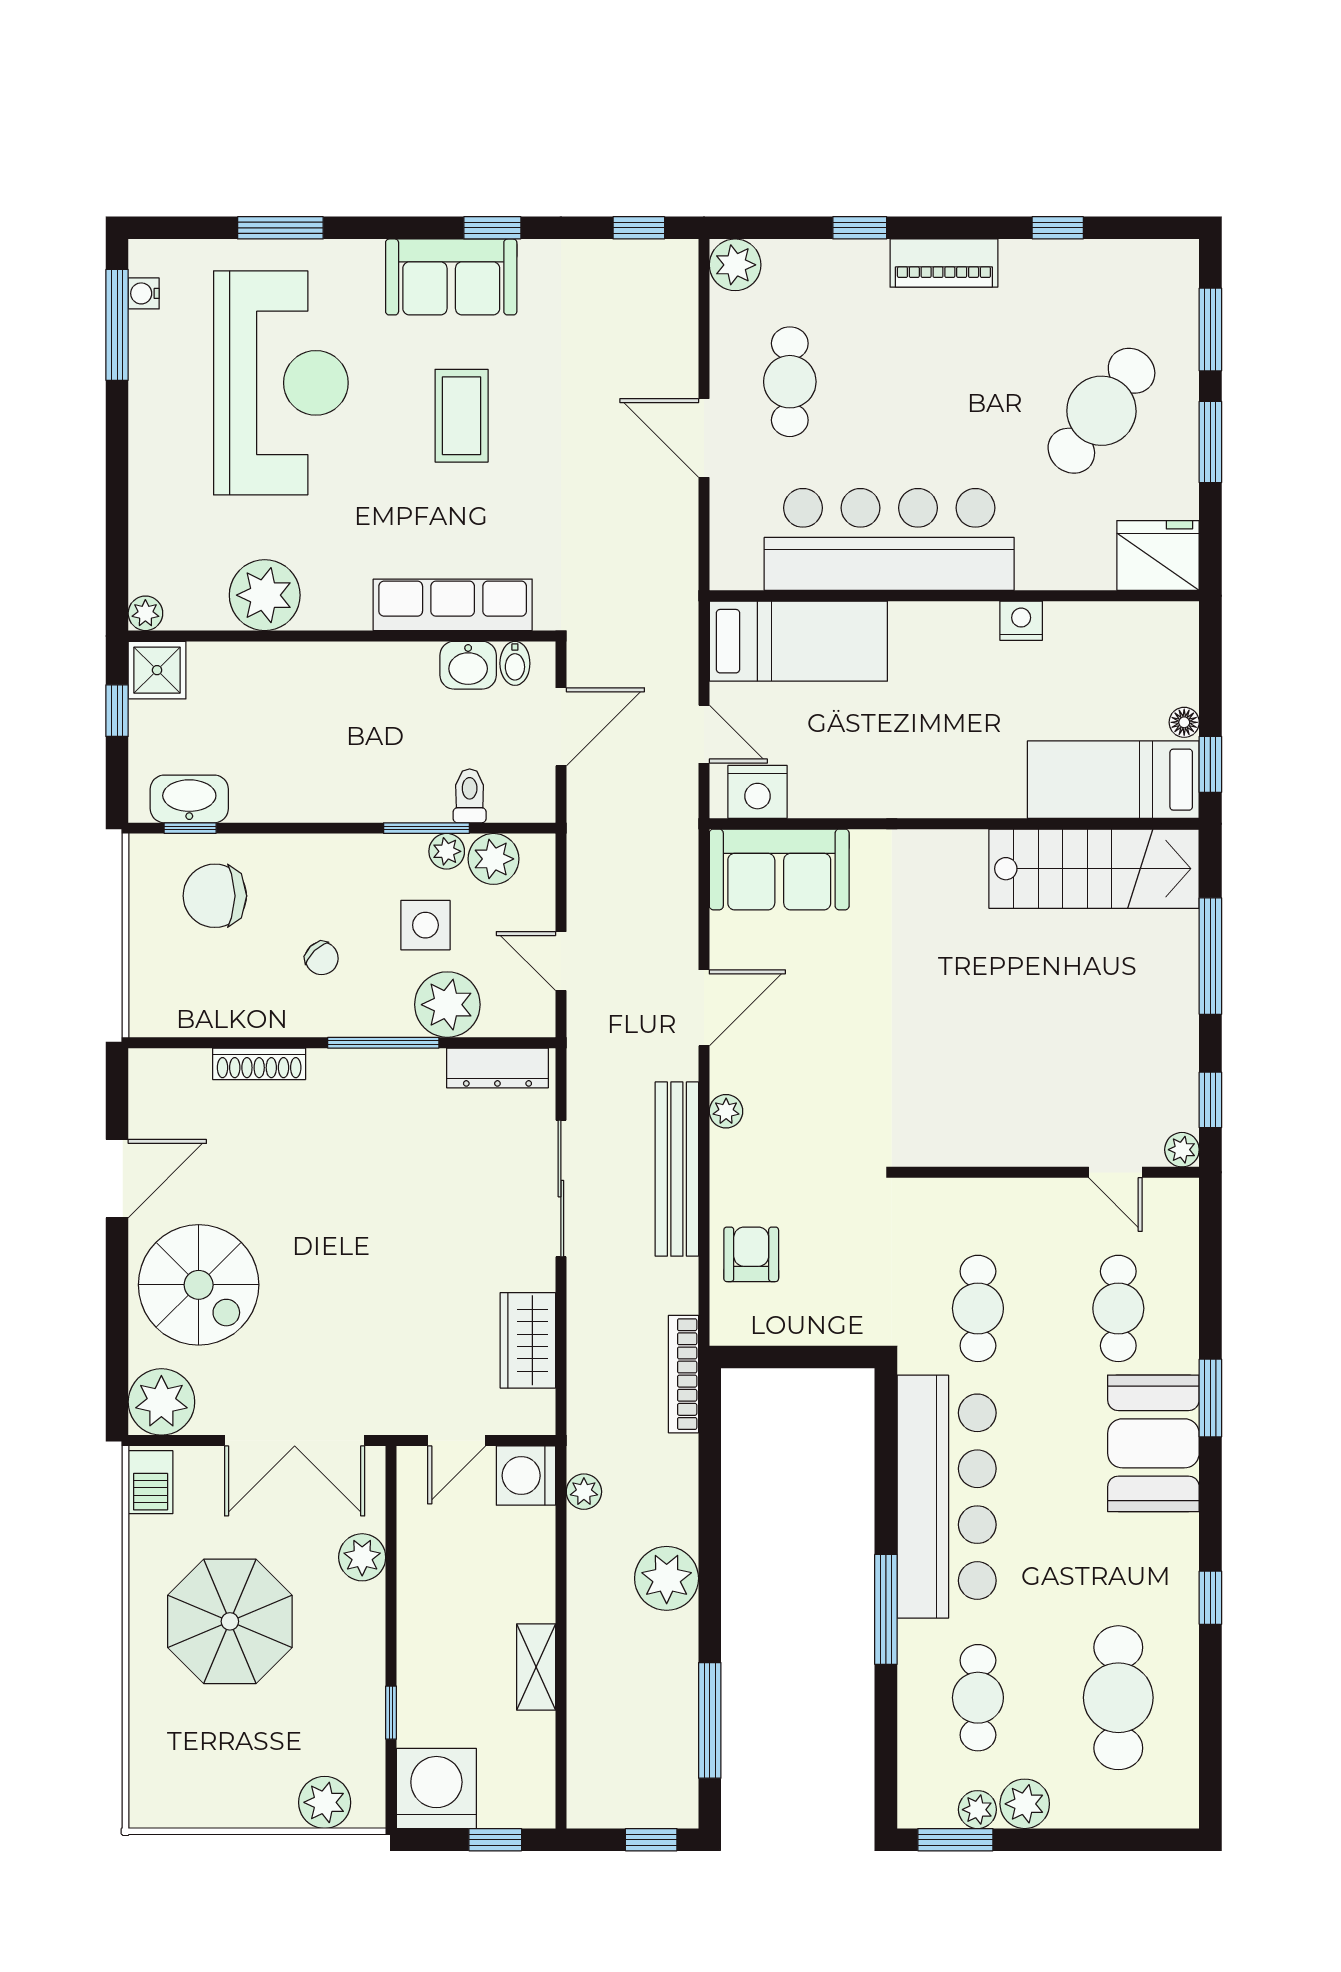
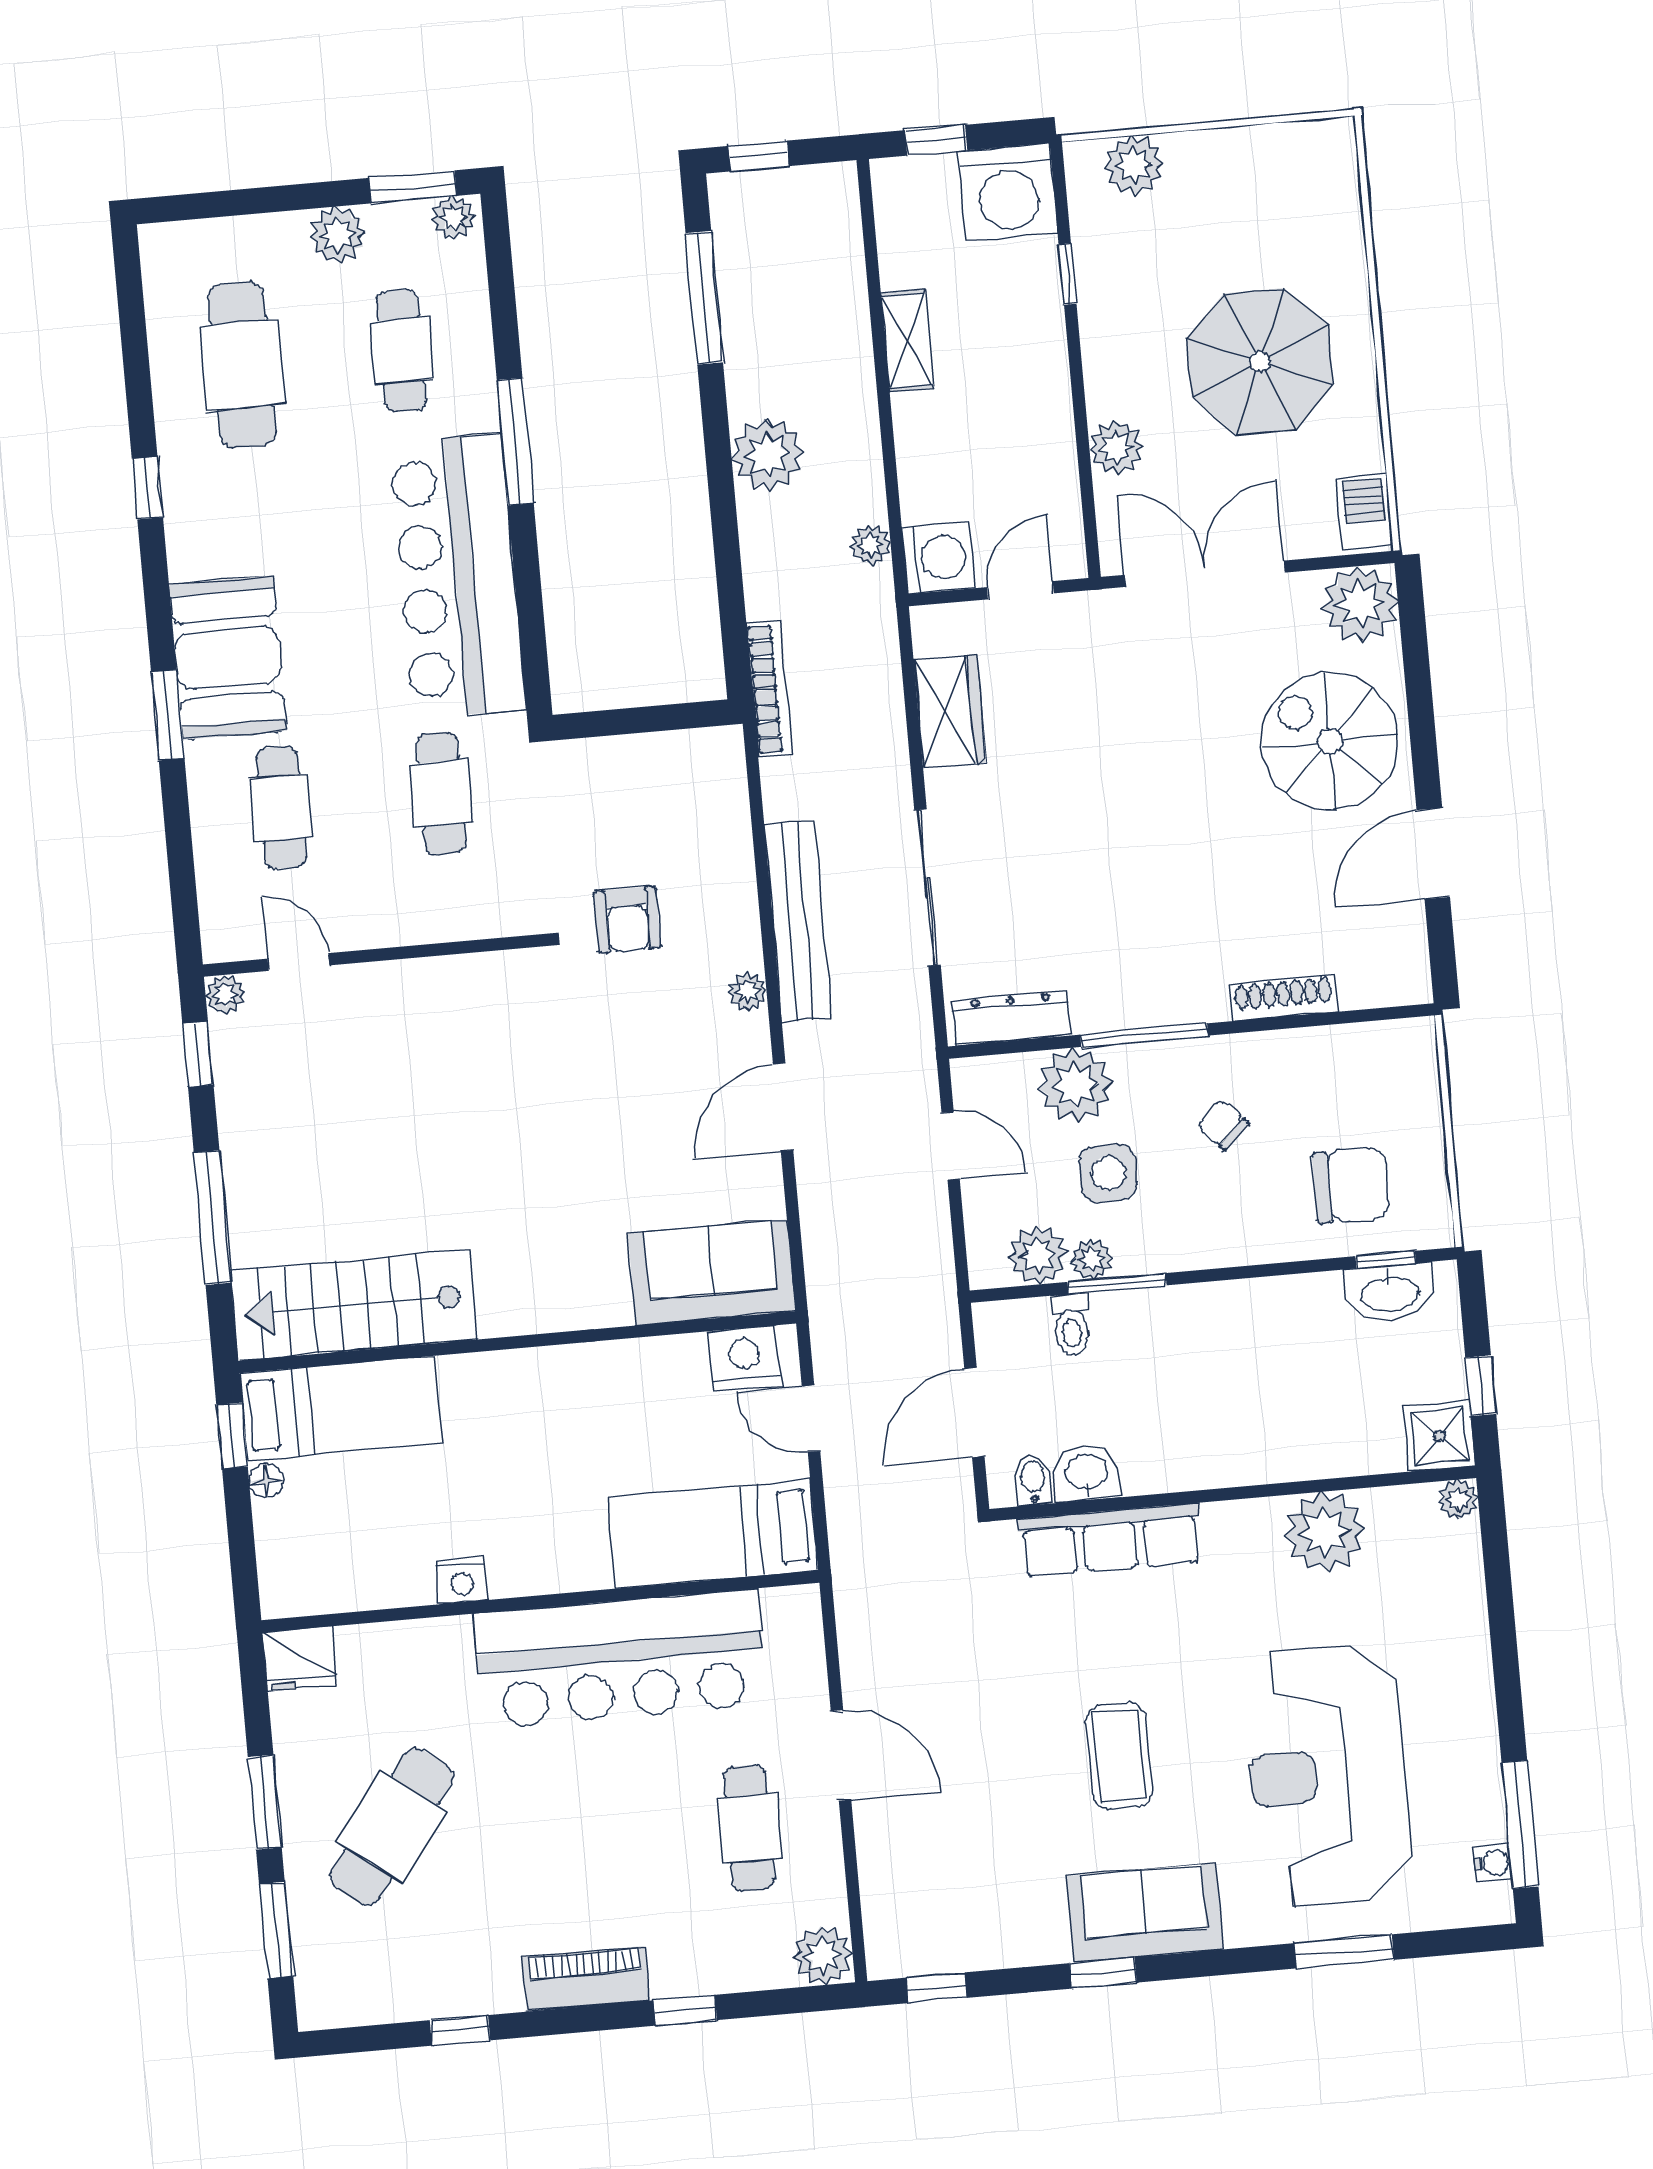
fridge: (1158, 555) -> (299, 1659), width x0.73, depth x0.75
armchair: (751, 1254) -> (627, 920), moved
plant: (977, 1810) -> (453, 218), moved

